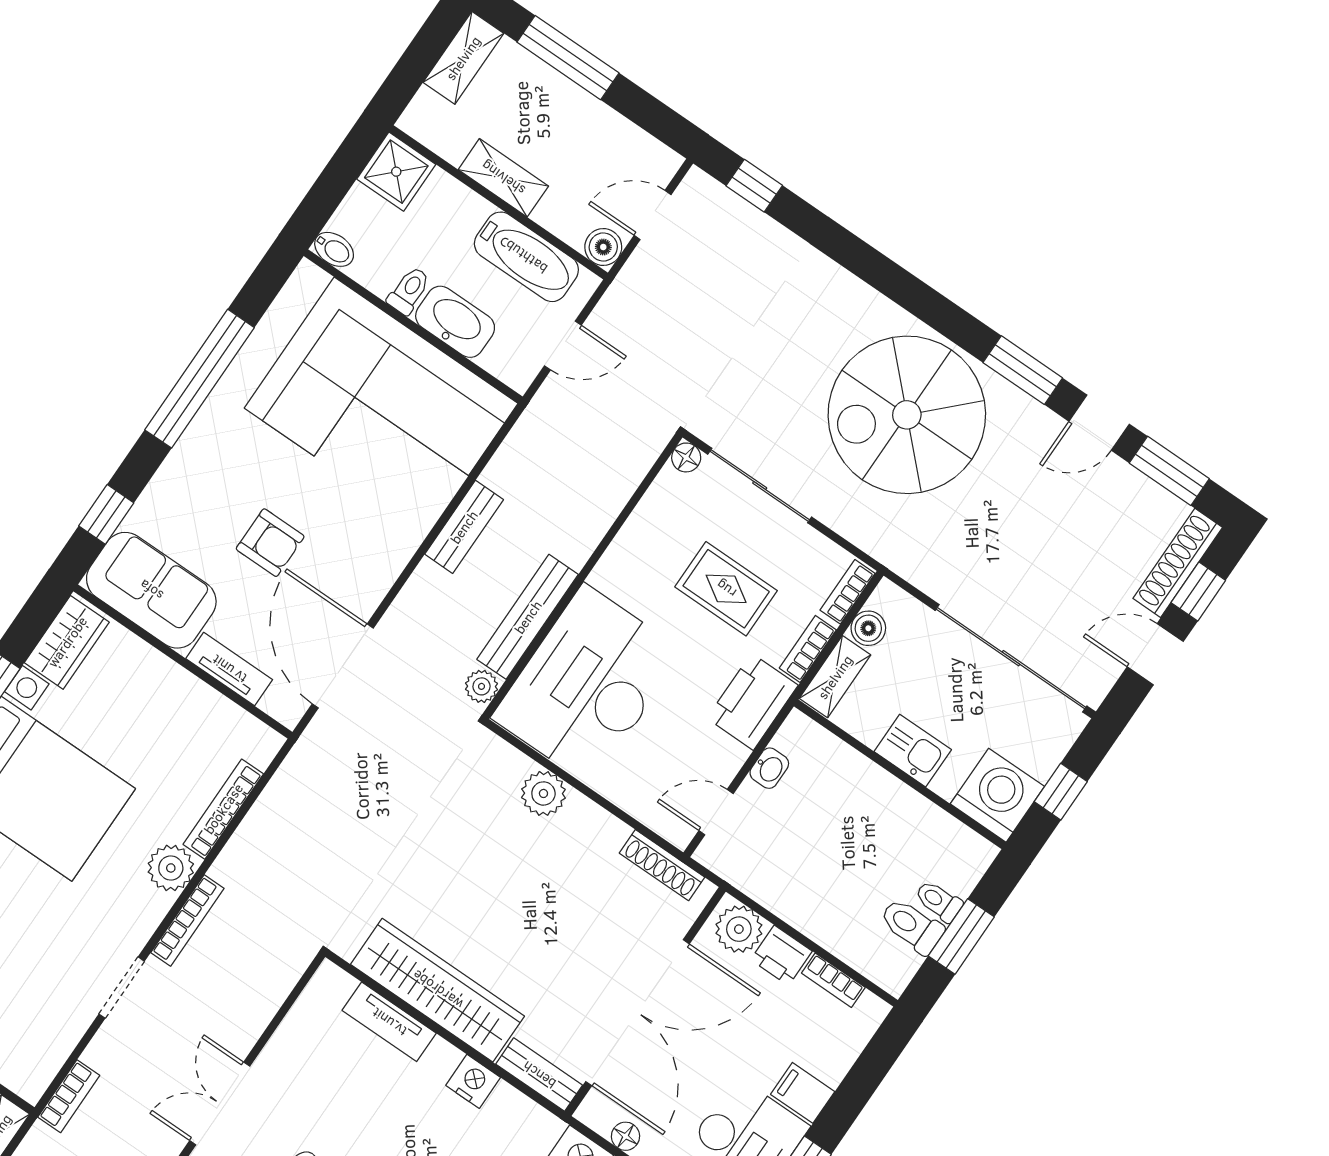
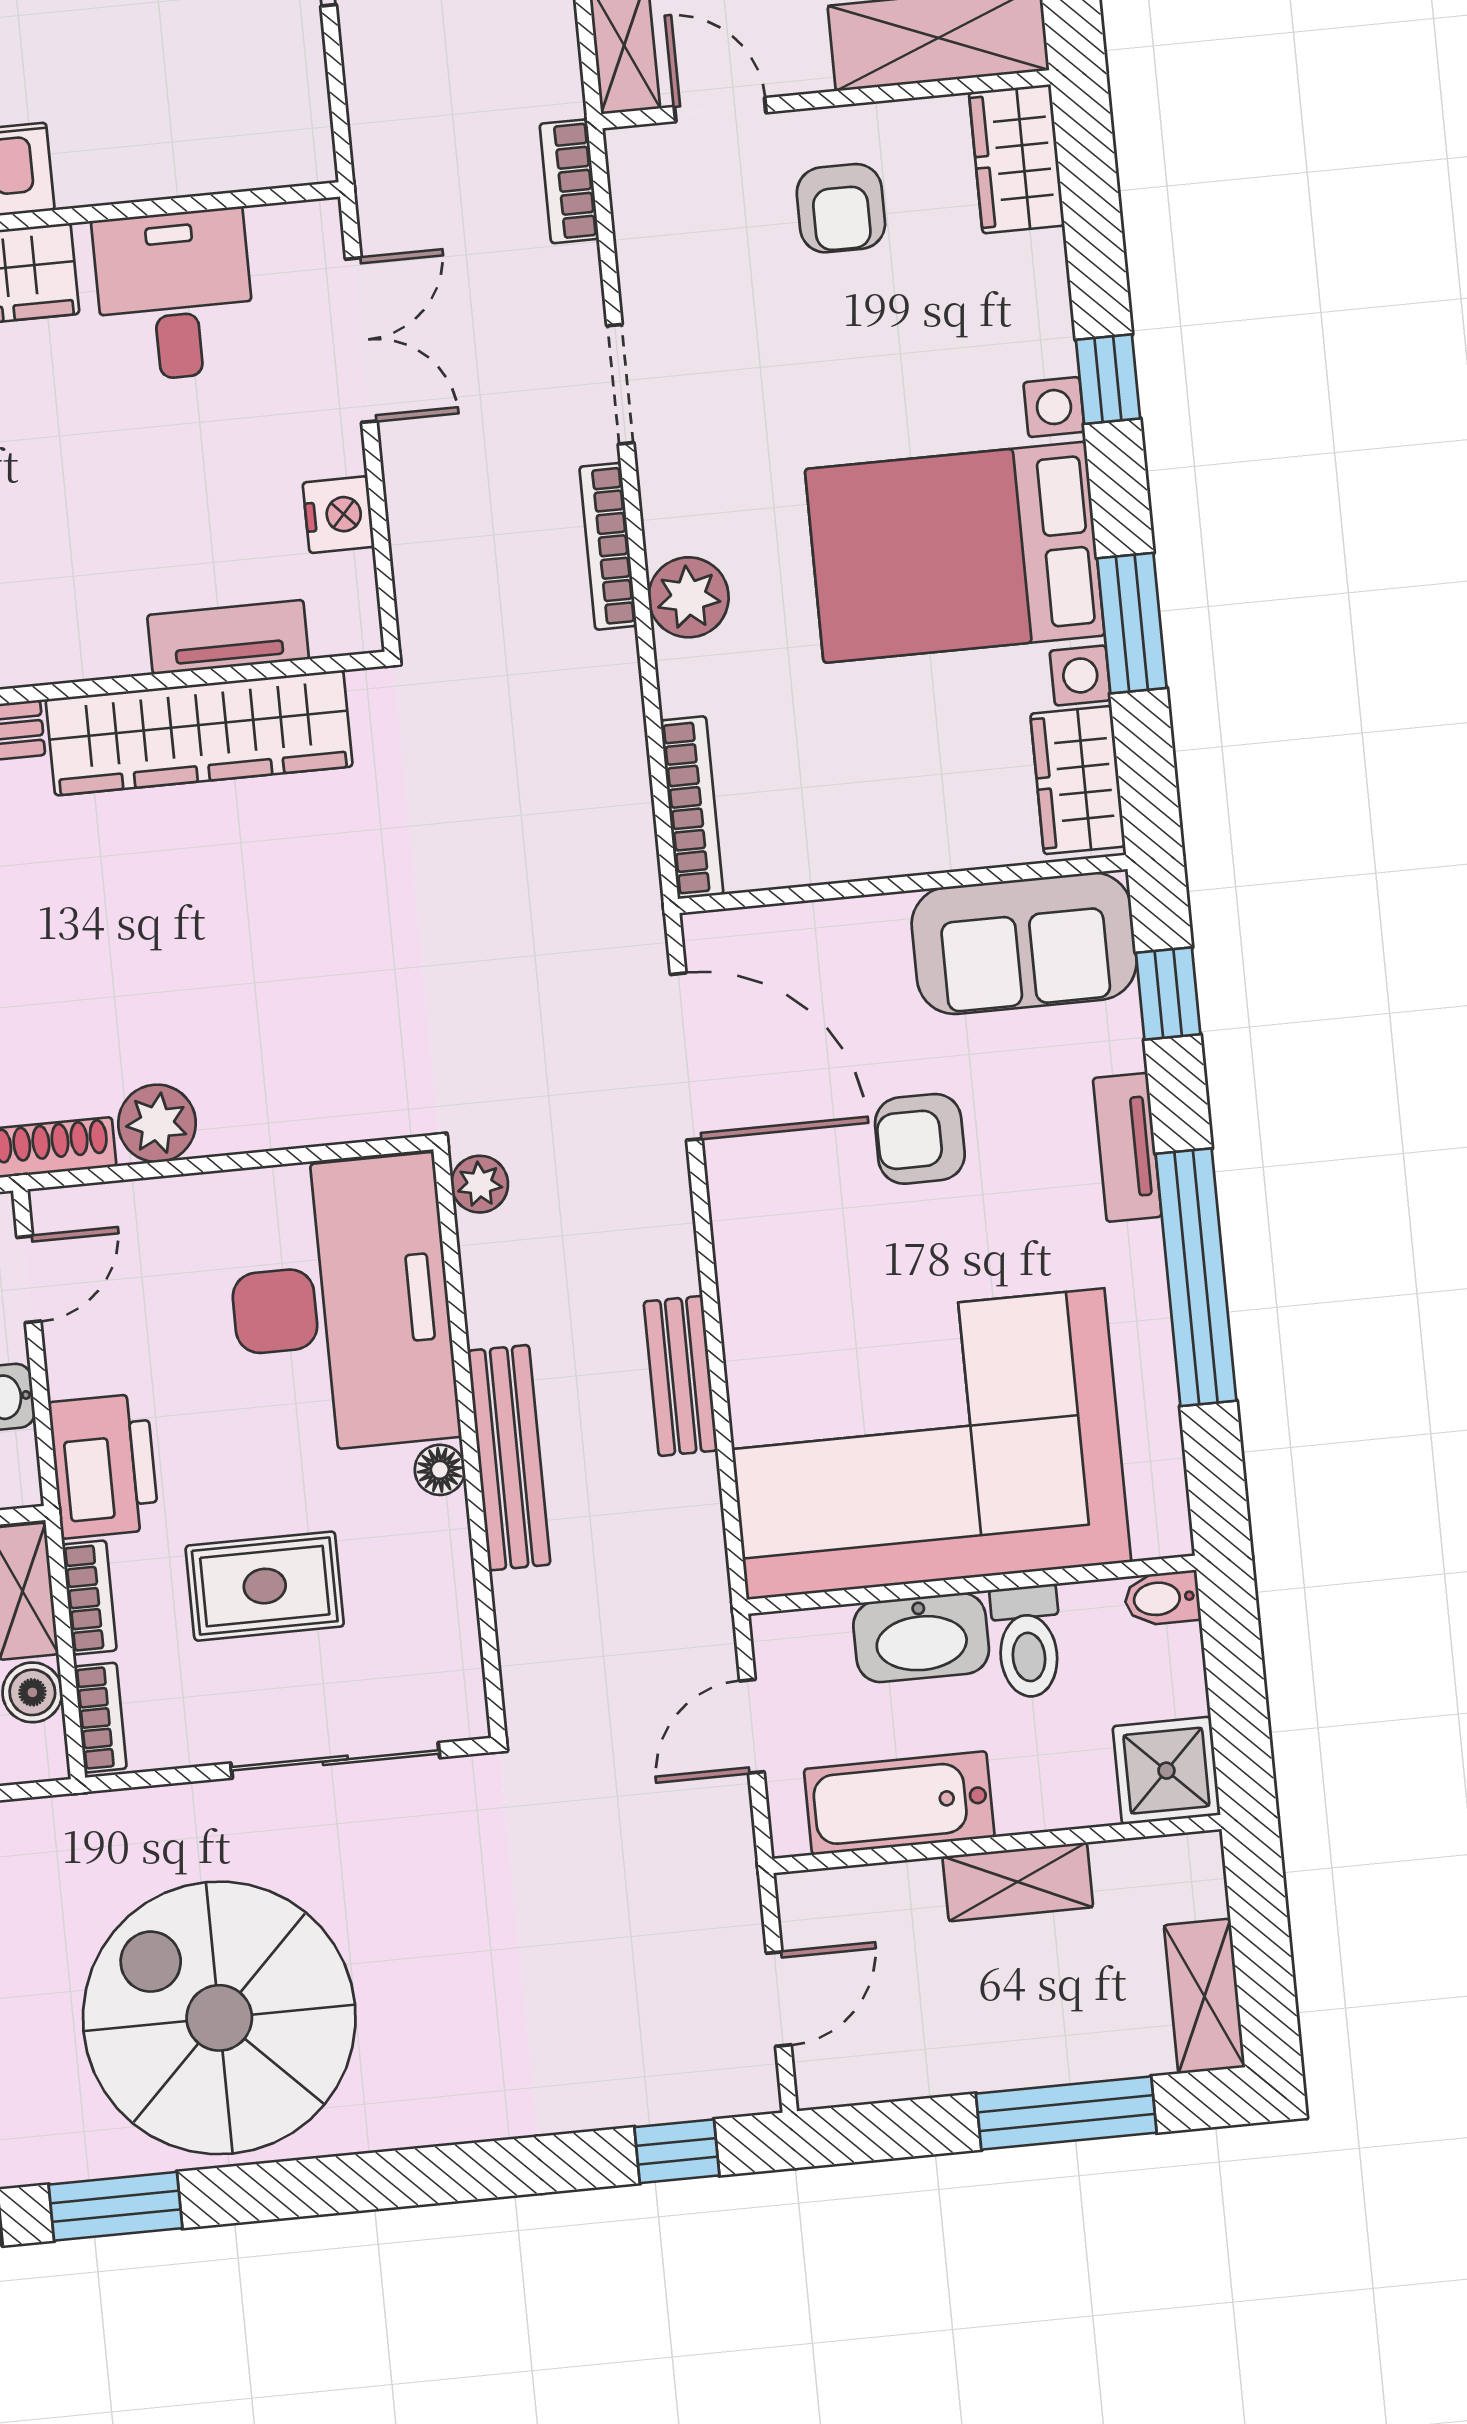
boiler: (603, 247) -> (808, 1902), removed
toilet: (409, 291) -> (1028, 1642), width x1.37, depth x1.39
spiral stairs: (907, 415) -> (219, 2018), turned -90
floor lamp: (686, 457) -> (440, 1470), moved
bench: (528, 617) -> (509, 1458), moved
tv unit: (229, 669) -> (1127, 1147), moved, turned 90
plant: (543, 793) -> (157, 1123), moved
bookcase: (223, 809) -> (692, 808), moved
nightstand: (473, 1081) -> (339, 515), moved, turned -90

